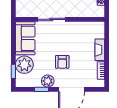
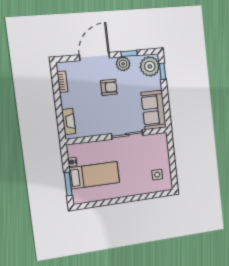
fireplace: (100, 50) -> (69, 122), moved
armchair: (62, 62) -> (109, 87), turned 90
plant: (24, 65) -> (150, 66), moved

